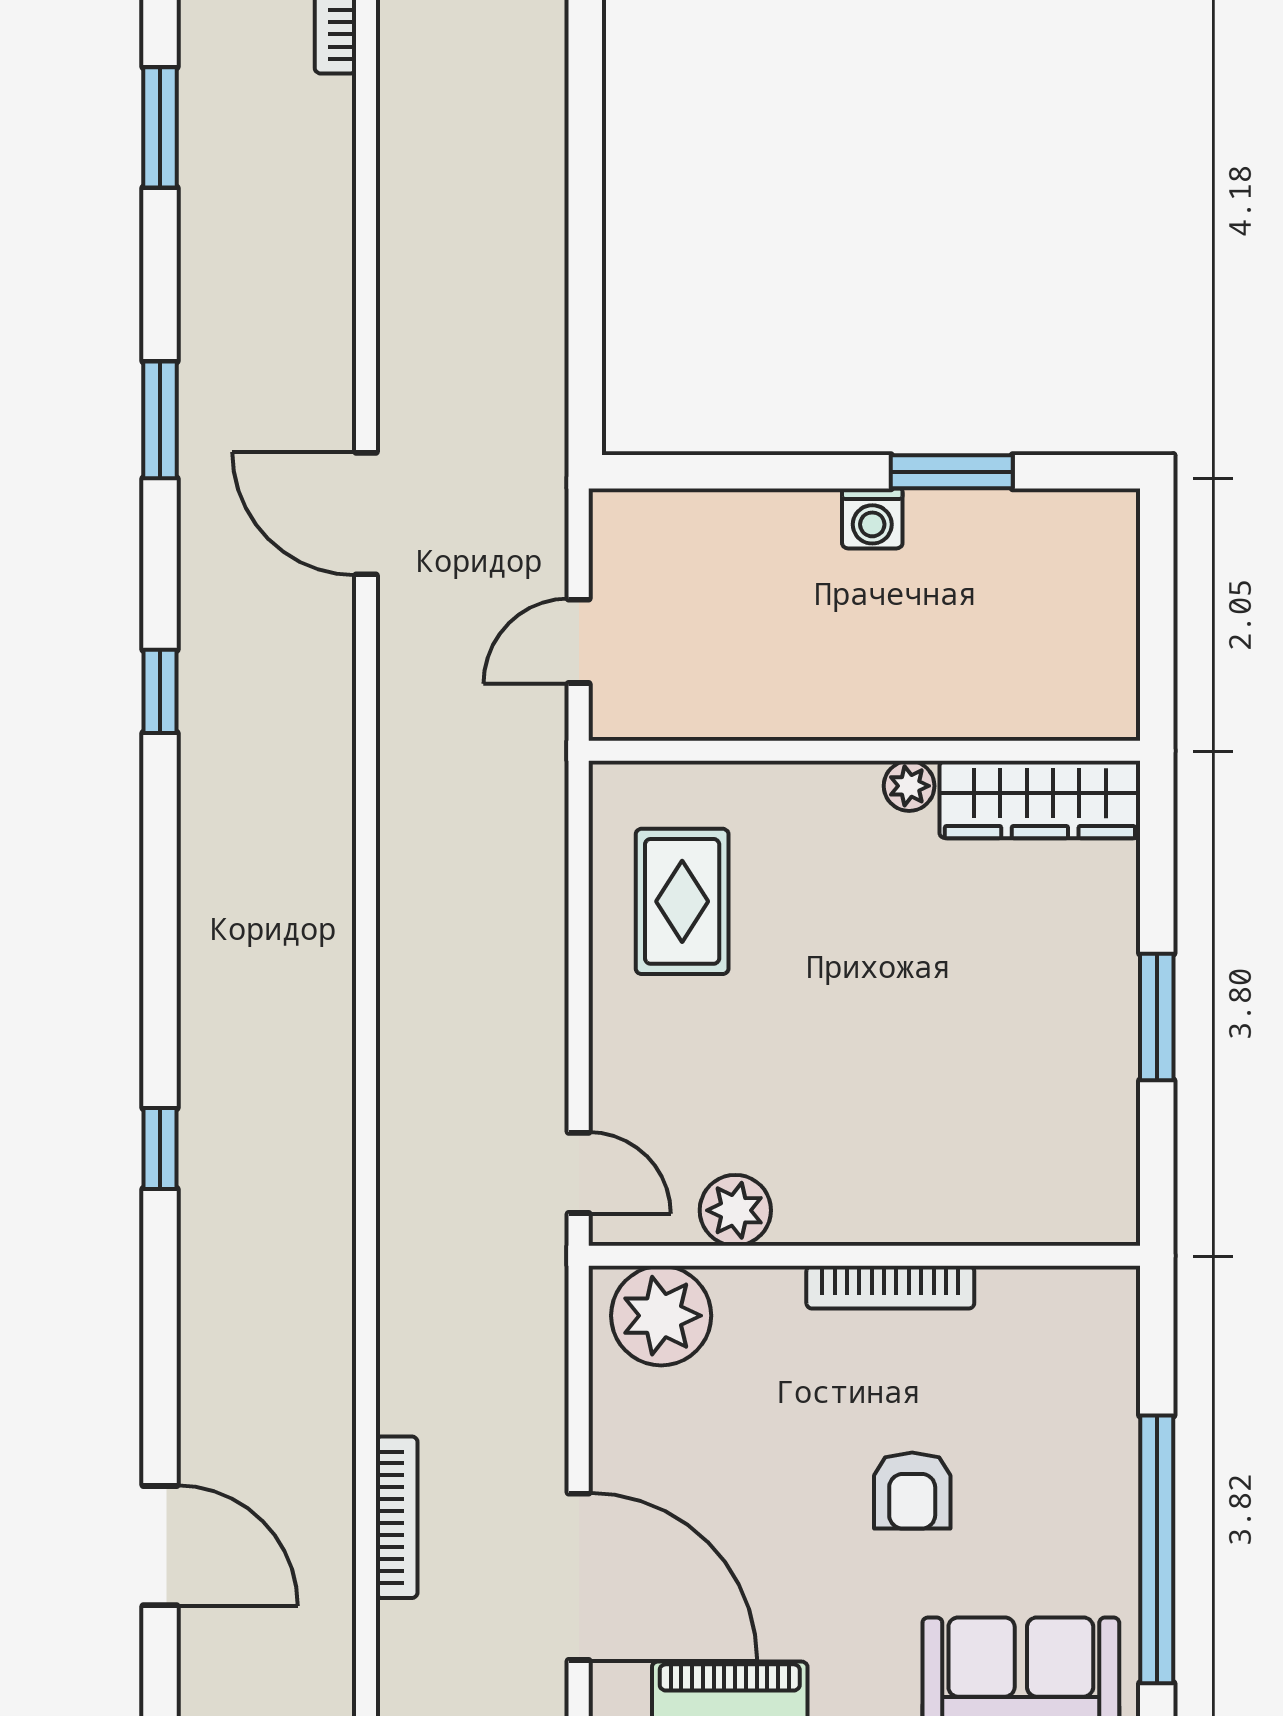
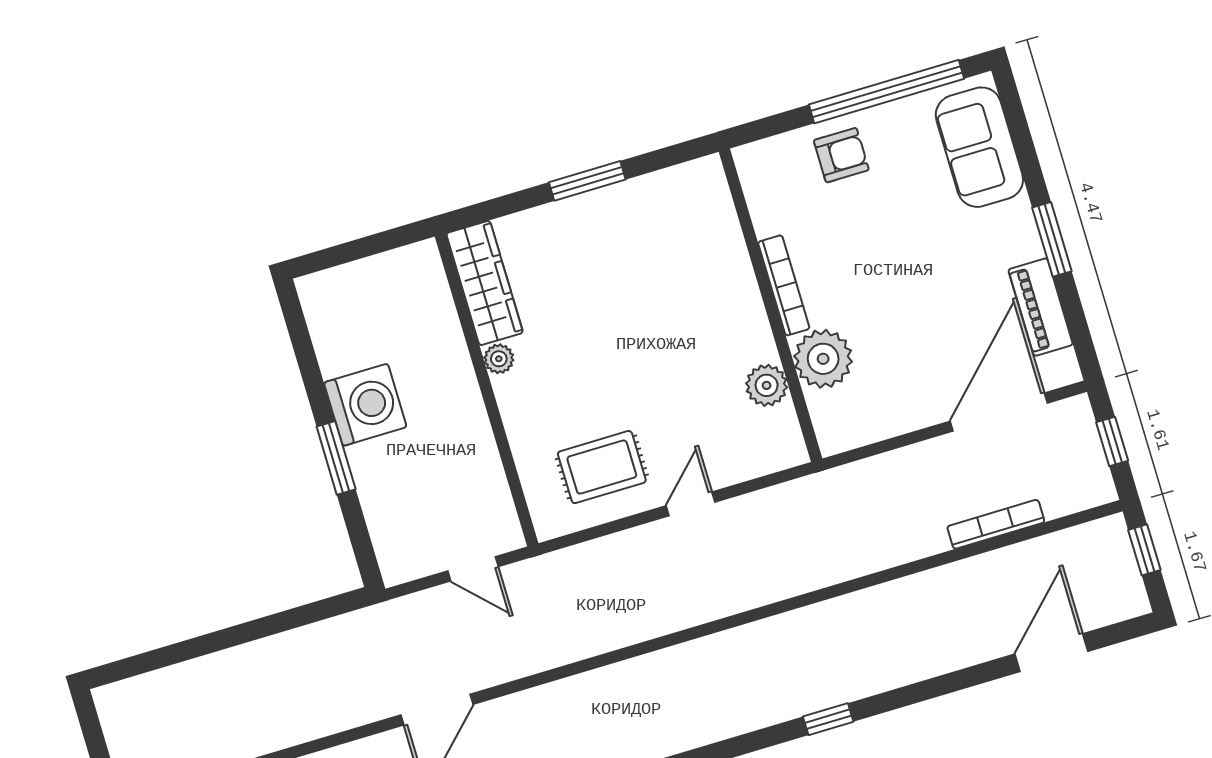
window: (952, 472) -> (336, 458), moved
washing machine: (872, 518) -> (365, 405), width x1.89, depth x1.89
door: (579, 1173) -> (691, 504), moved
plant: (661, 1316) -> (823, 359), moved
armchair: (912, 1491) -> (841, 155), moved

